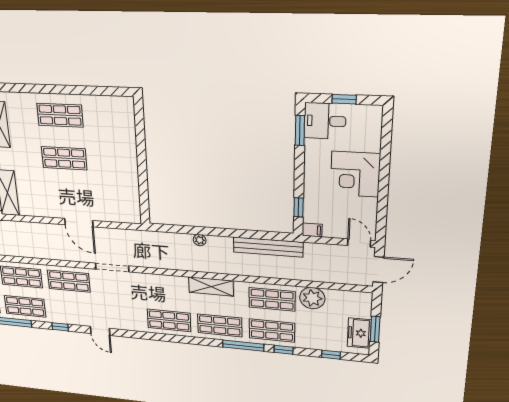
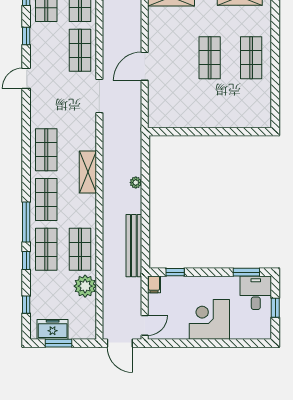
shelving: (211, 287) -> (88, 172), moved

